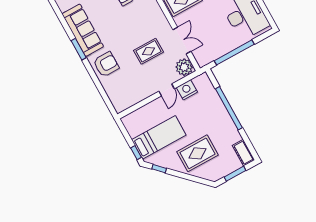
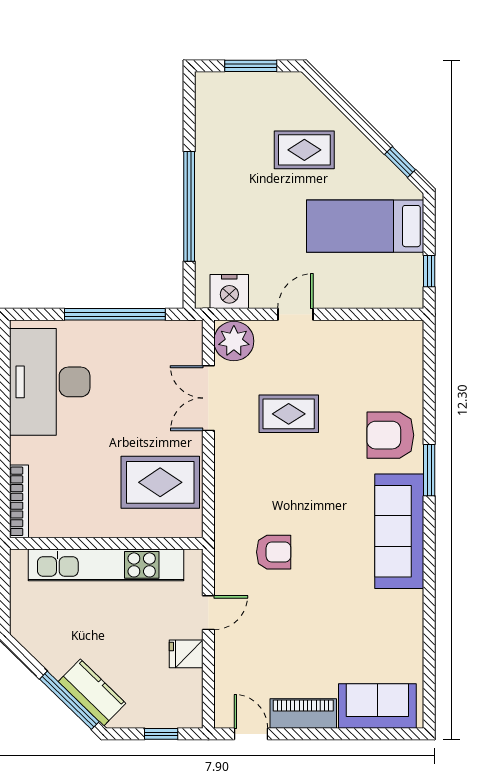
window: (79, 49) -> (429, 470), moved
nightstand: (187, 90) -> (229, 292), moved
window: (136, 153) -> (429, 271), moved
rug: (197, 153) -> (304, 150), width x0.73, depth x0.70
cot: (243, 153) -> (210, 99), removed

